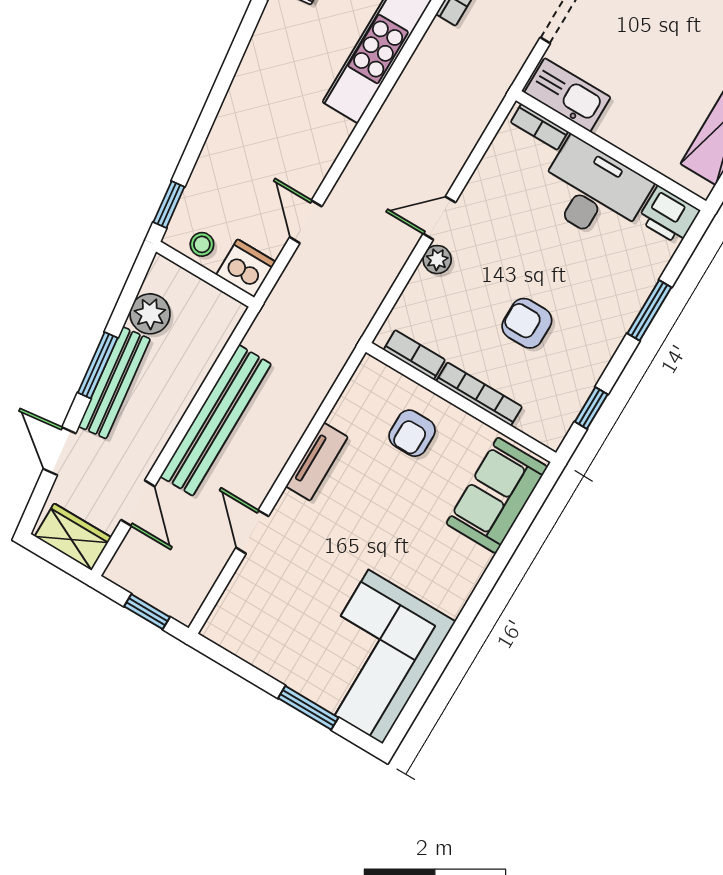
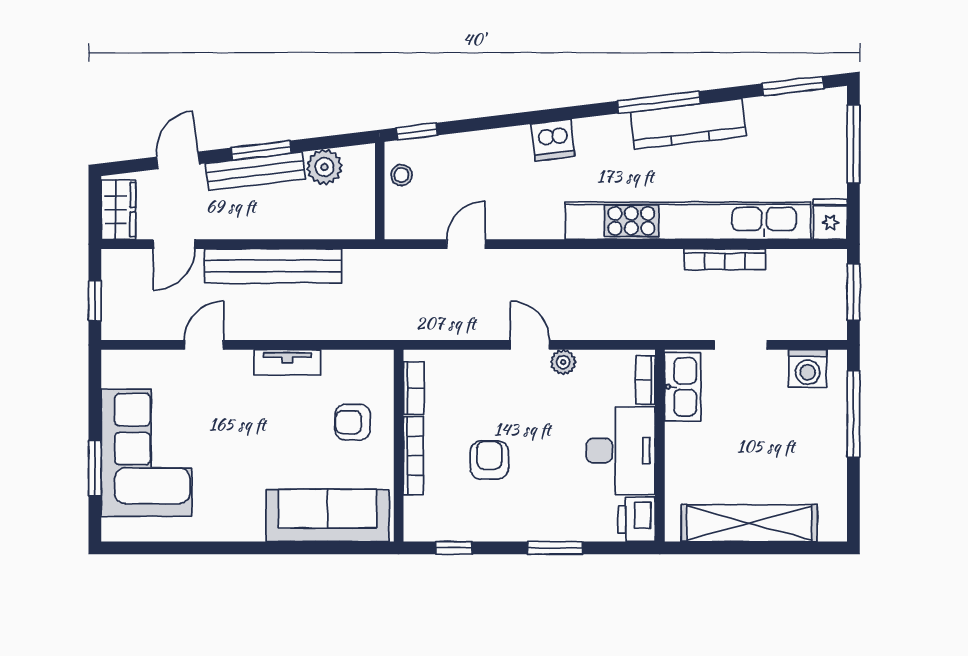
plant: (437, 260) -> (563, 362), moved
dishwasher: (246, 268) -> (553, 140), moved, turned 83
sofa: (497, 495) -> (328, 515), width x1.36
corner sofa: (375, 657) -> (147, 453), moved, turned 90

